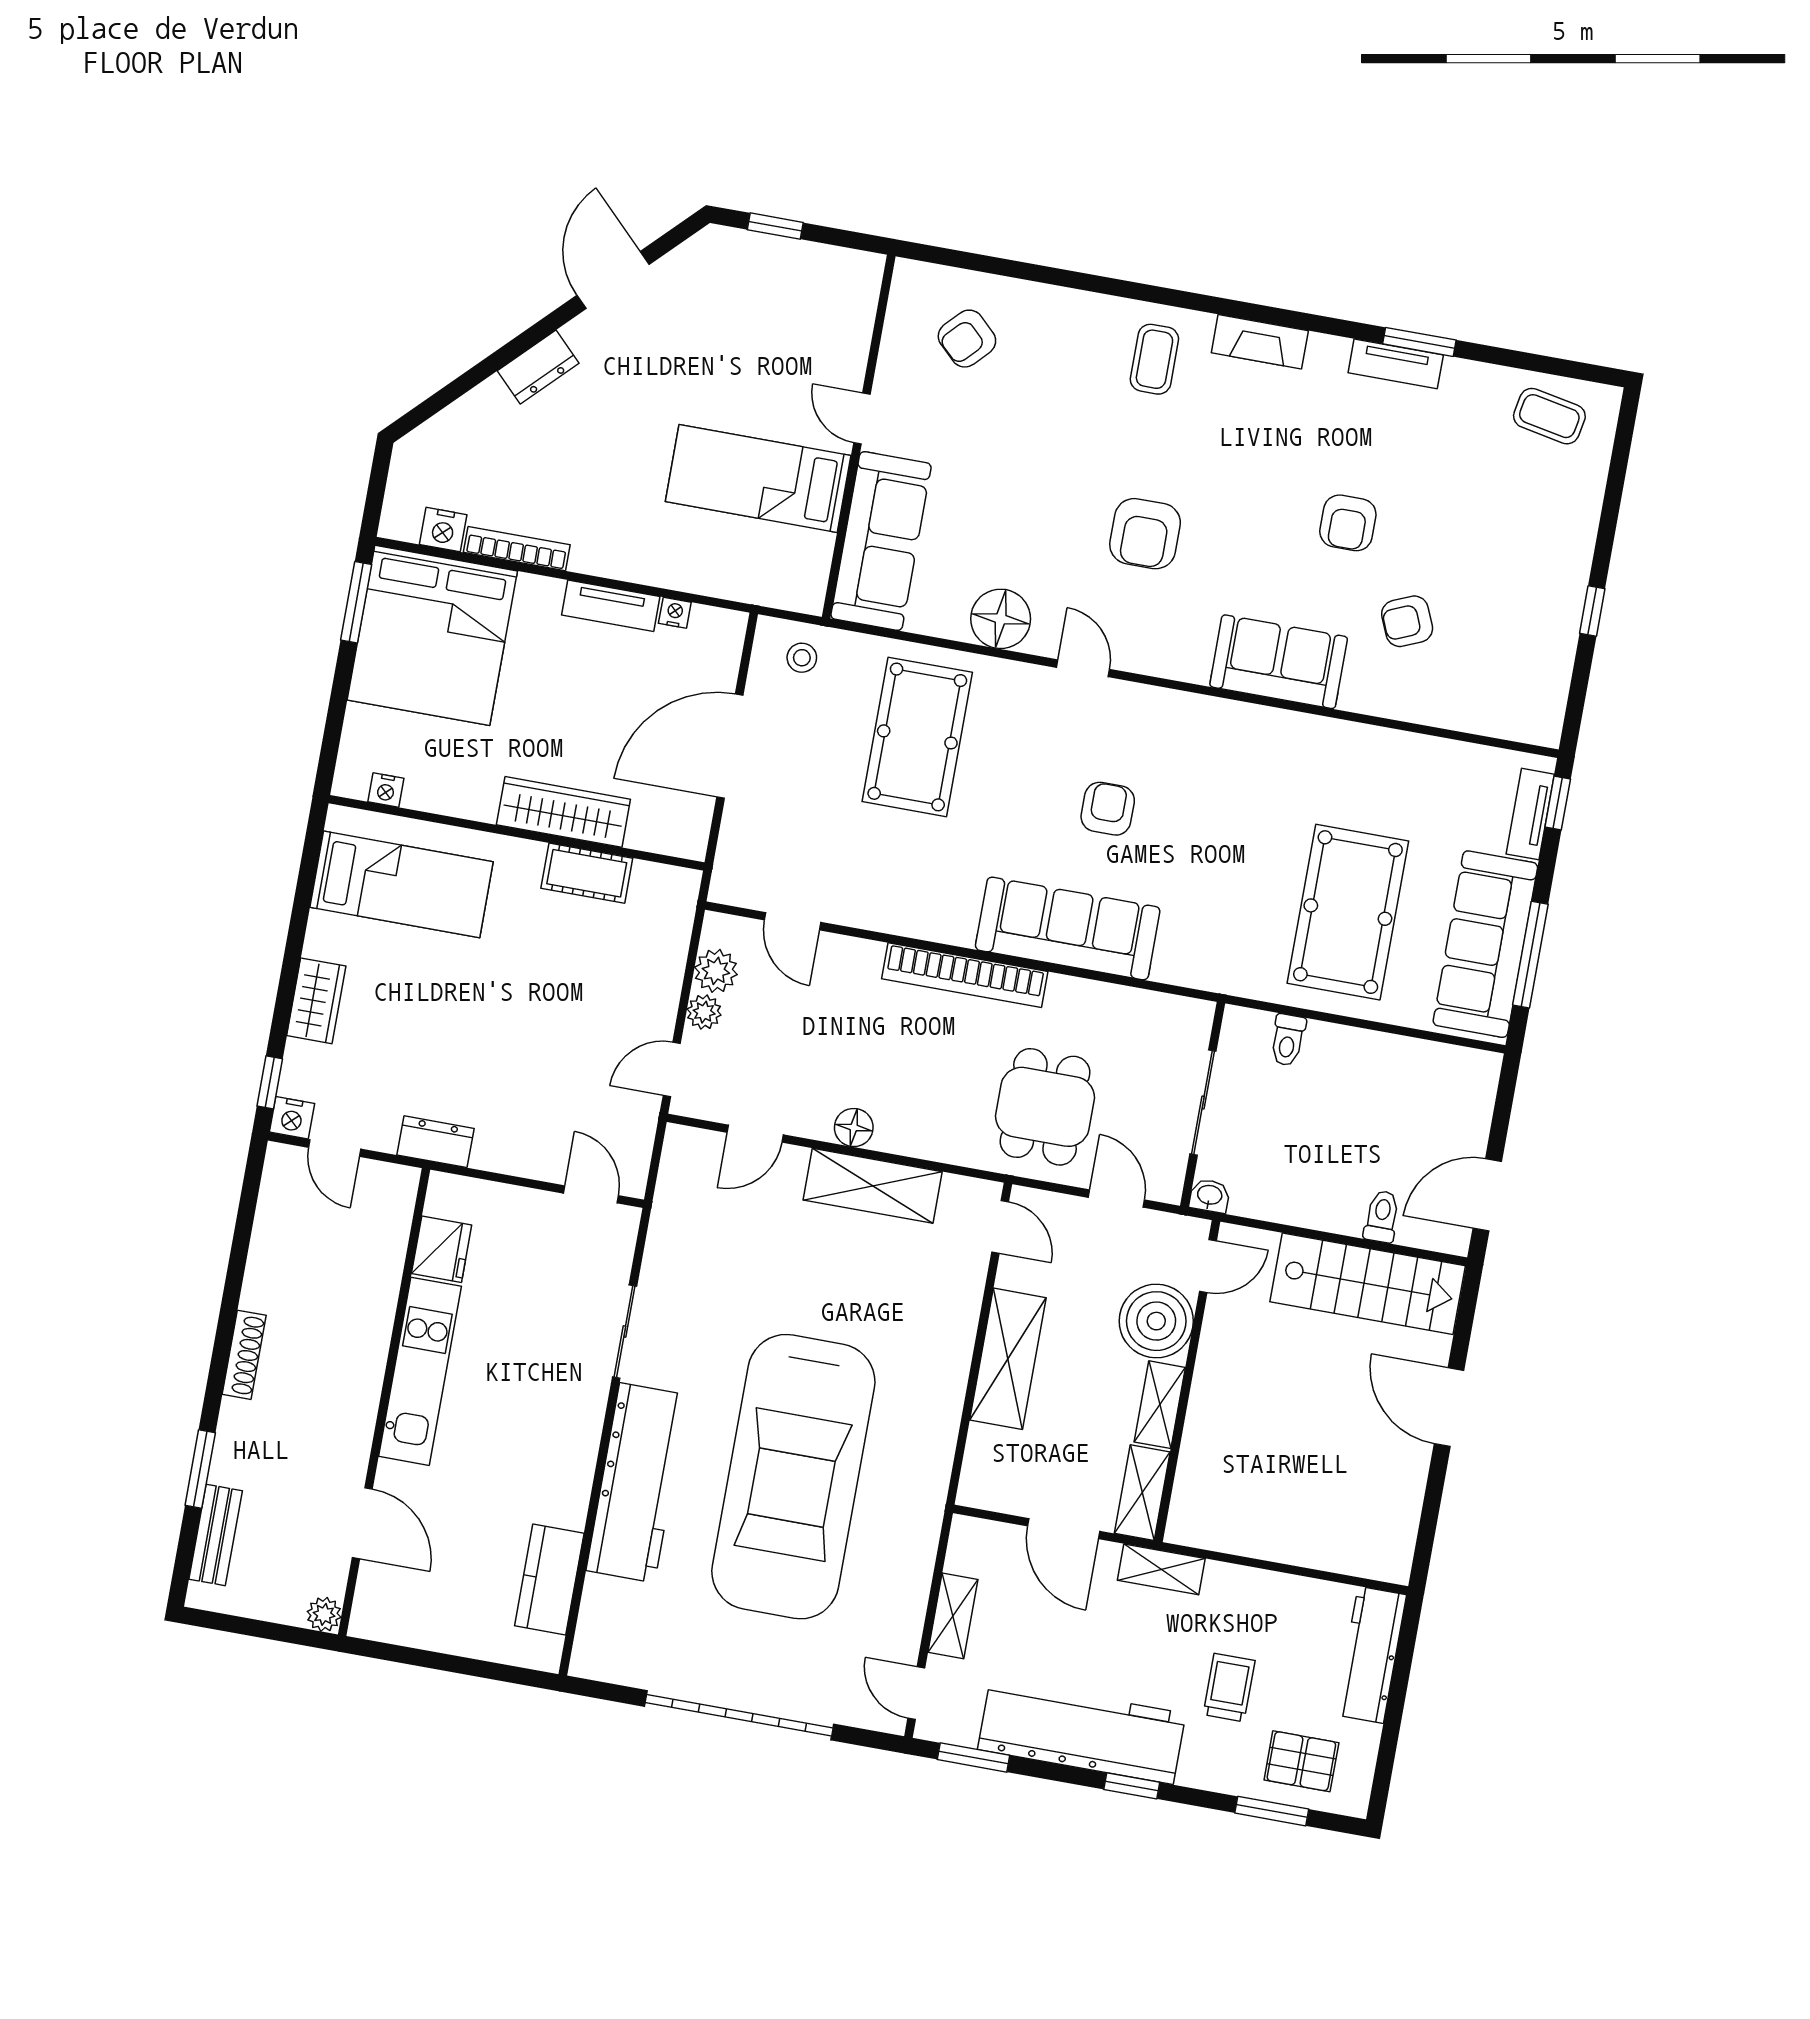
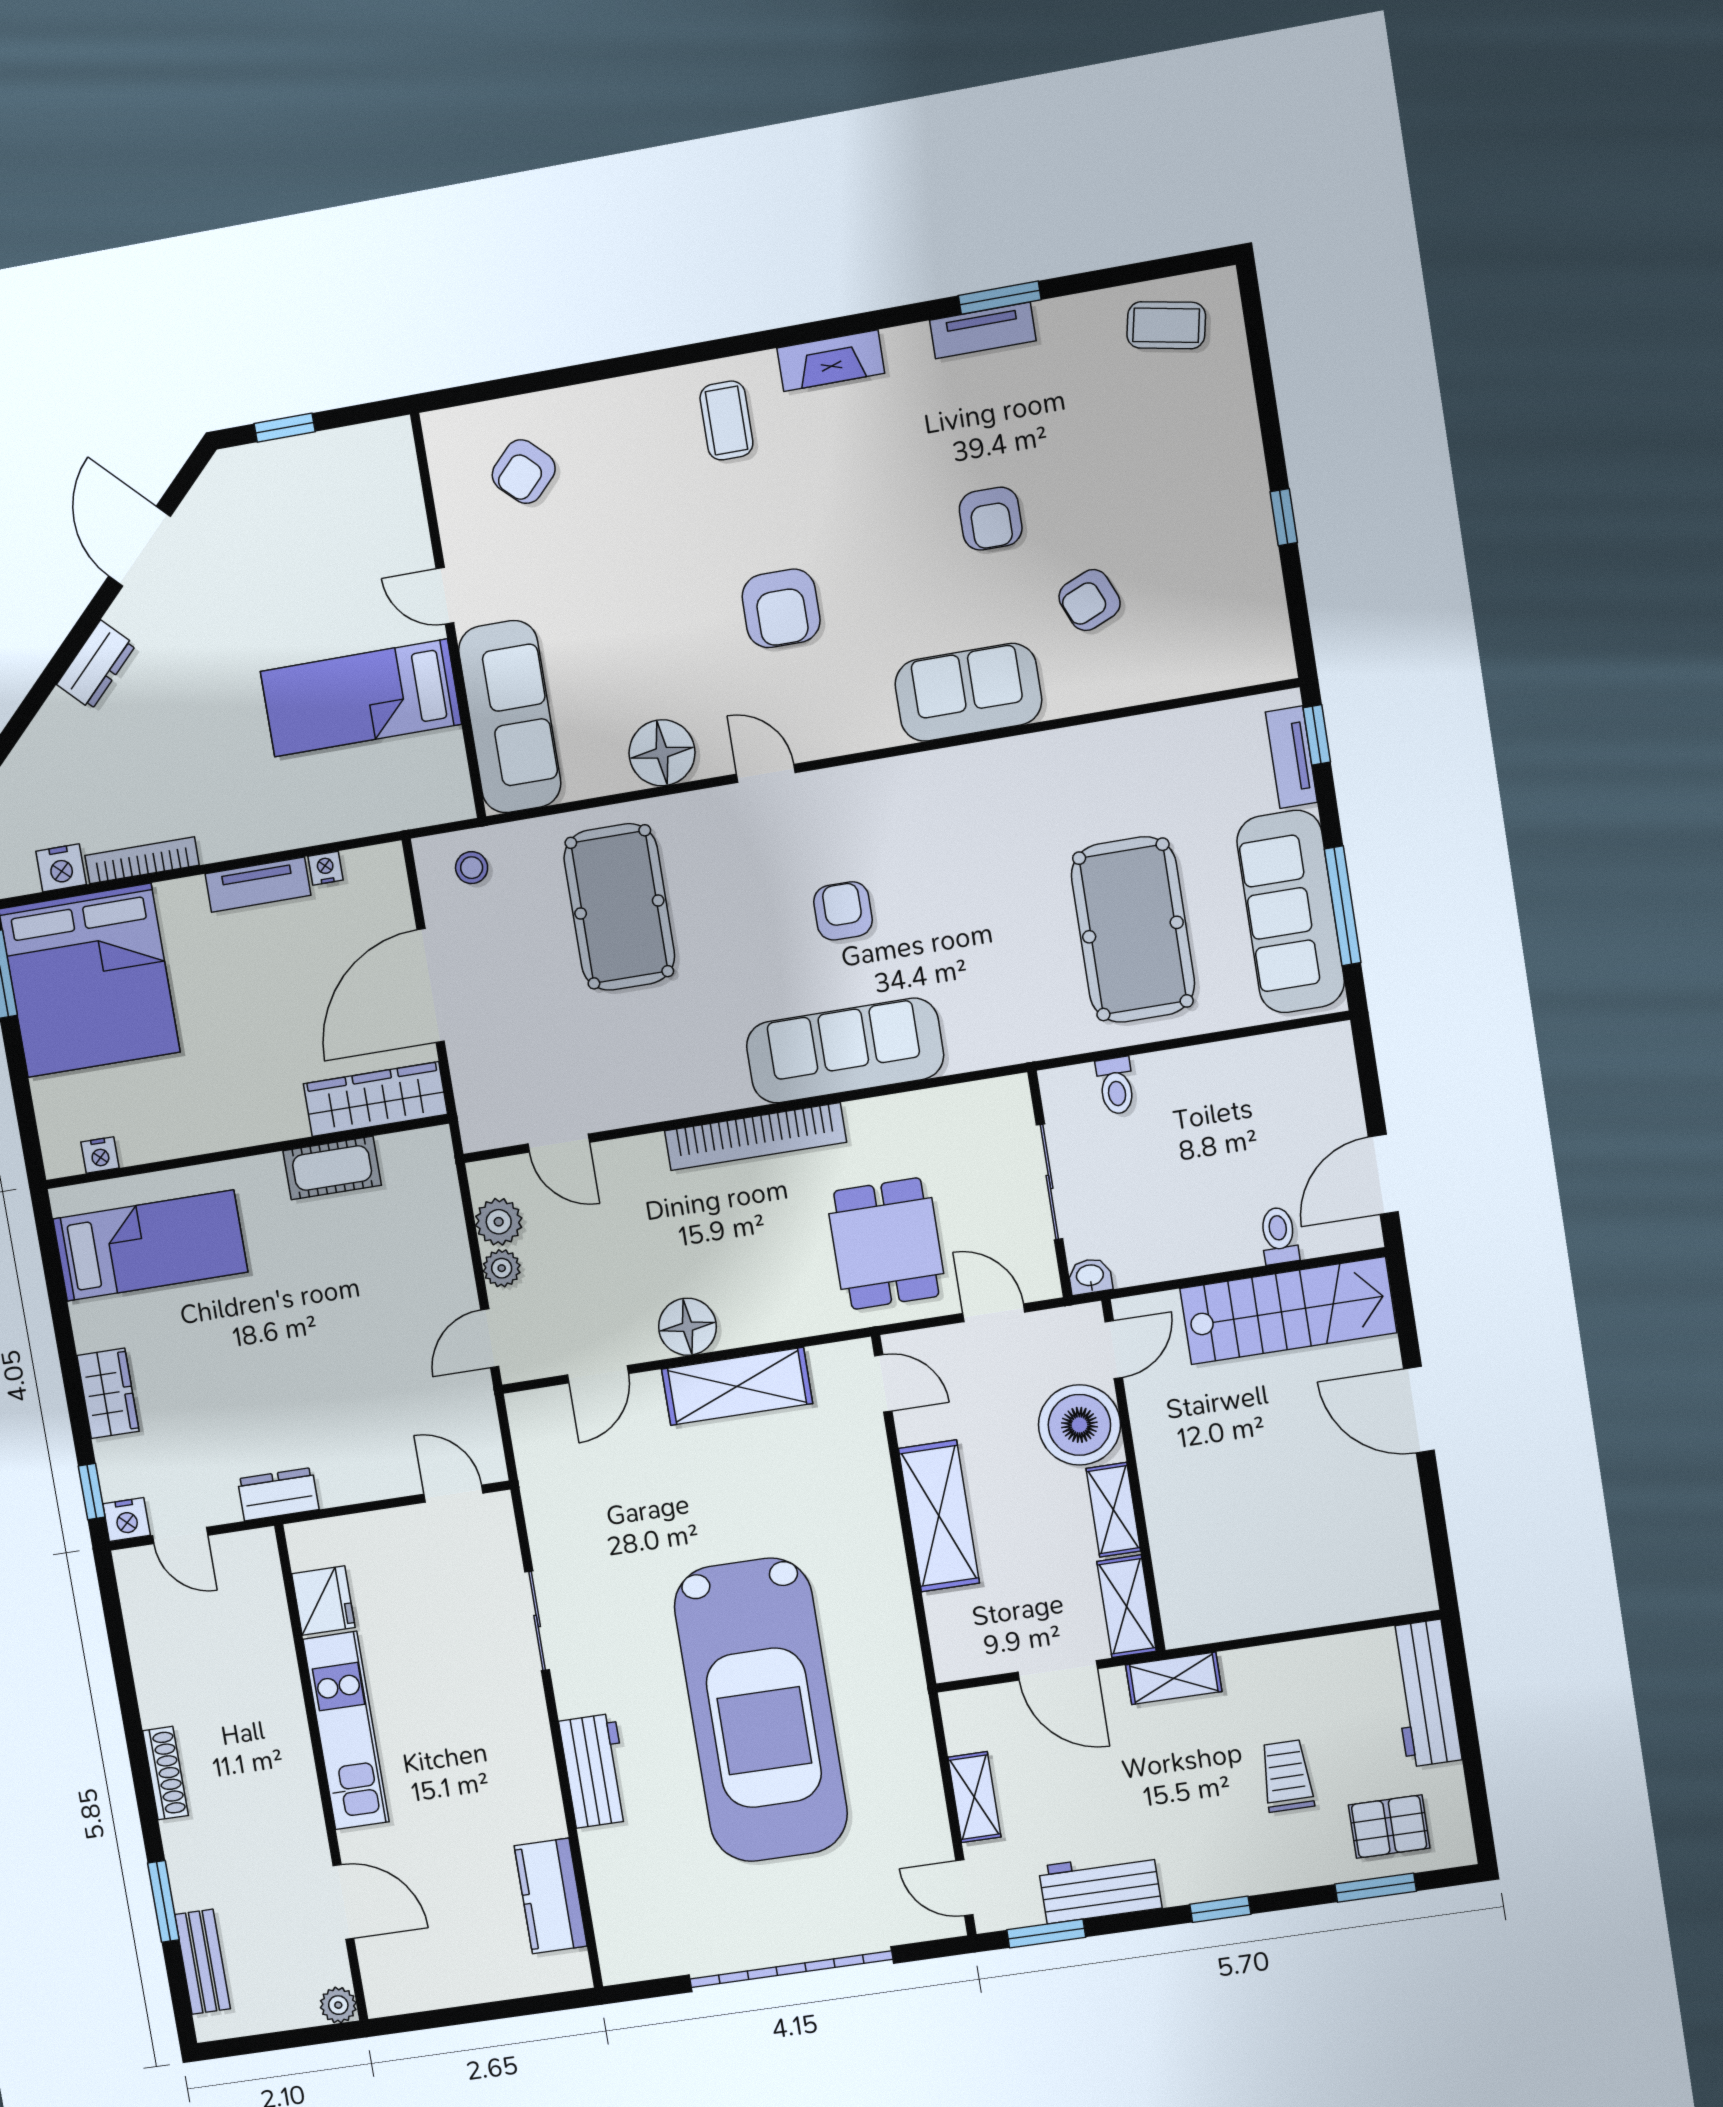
wardrobe: (563, 812) -> (375, 1099), moved
floor lamp: (854, 1128) -> (687, 1327), width x1.38, depth x1.38
workbench: (637, 1483) -> (595, 1771), width x0.53, depth x0.76
workbench: (1082, 1731) -> (1100, 1887), width x0.53, depth x0.76

